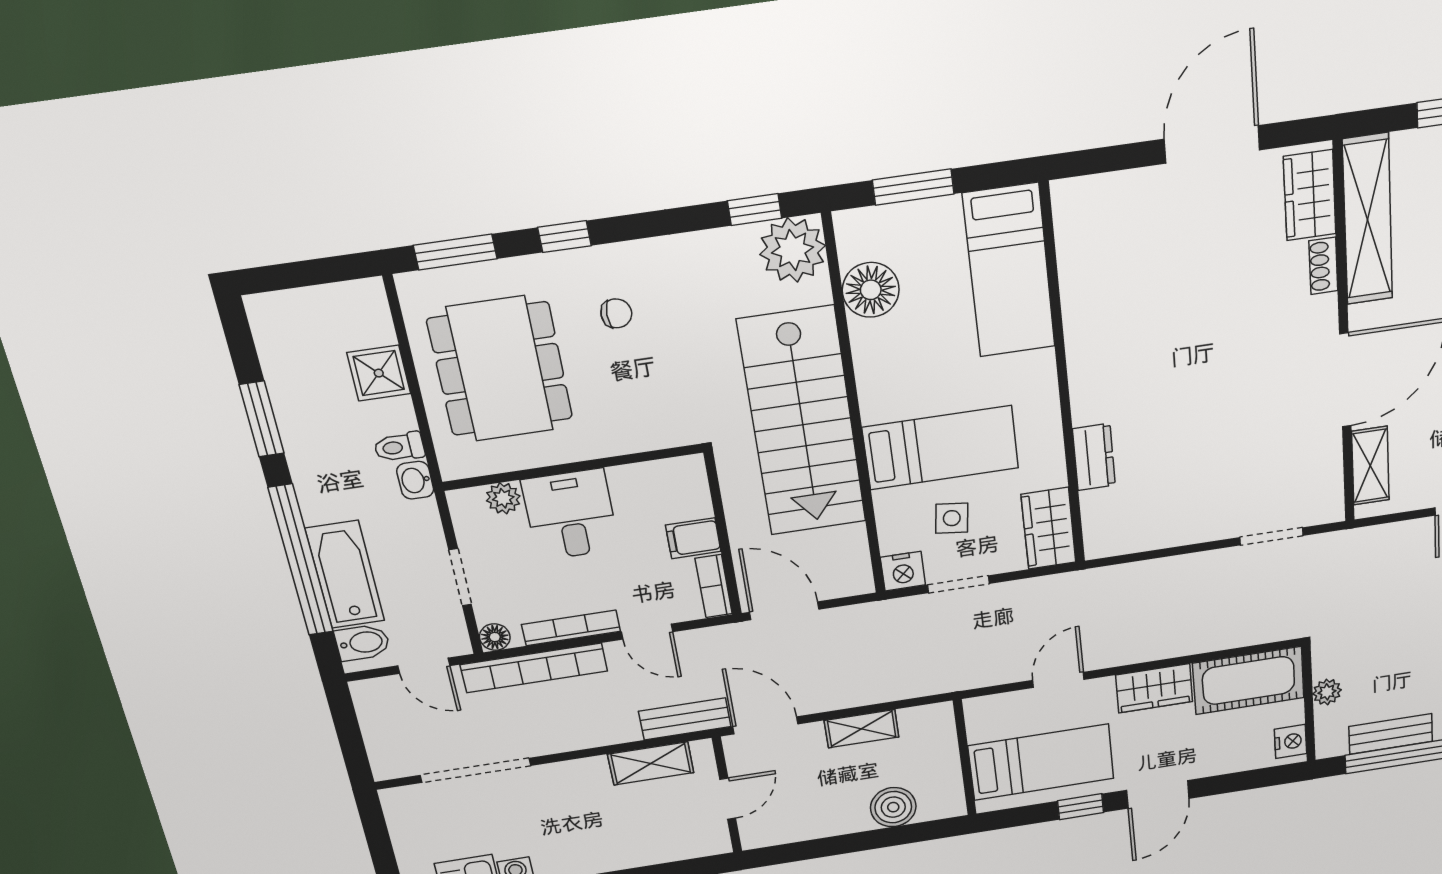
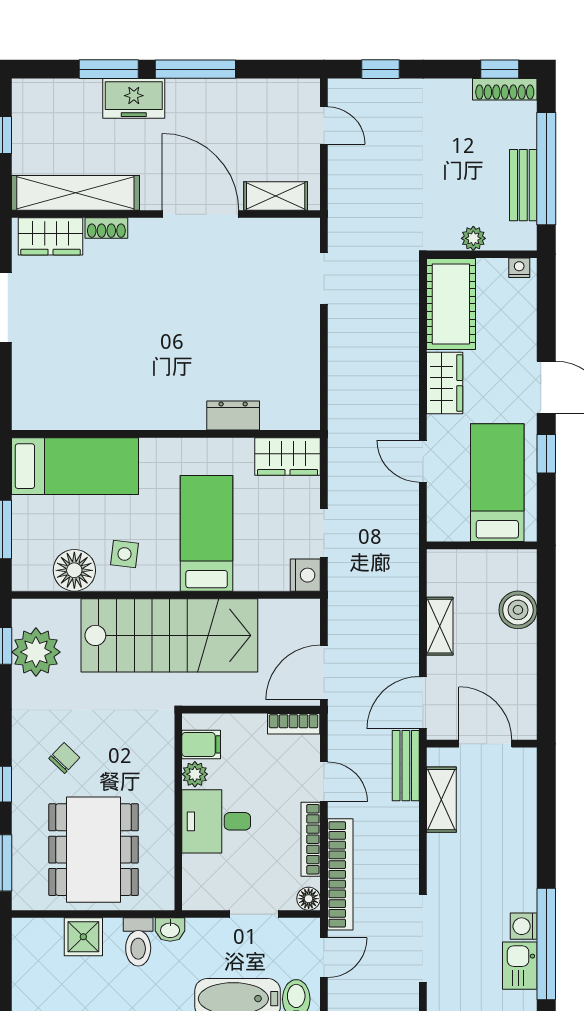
plant: (793, 250) -> (36, 652), moved
chair: (616, 313) -> (64, 758), turned 44
dining table: (500, 369) -> (94, 850), turned 90
toilet: (399, 447) -> (138, 942), width x1.37, depth x1.39
plant: (503, 498) -> (195, 774), moved
side table: (952, 518) -> (124, 554), moved
filing cabinet: (693, 538) -> (201, 744), moved, turned -90
door: (647, 632) -> (324, 782), hinge flipped
nightstand: (1291, 741) -> (519, 268), width x0.72, depth x0.74
door: (728, 799) -> (485, 744), width x1.38

